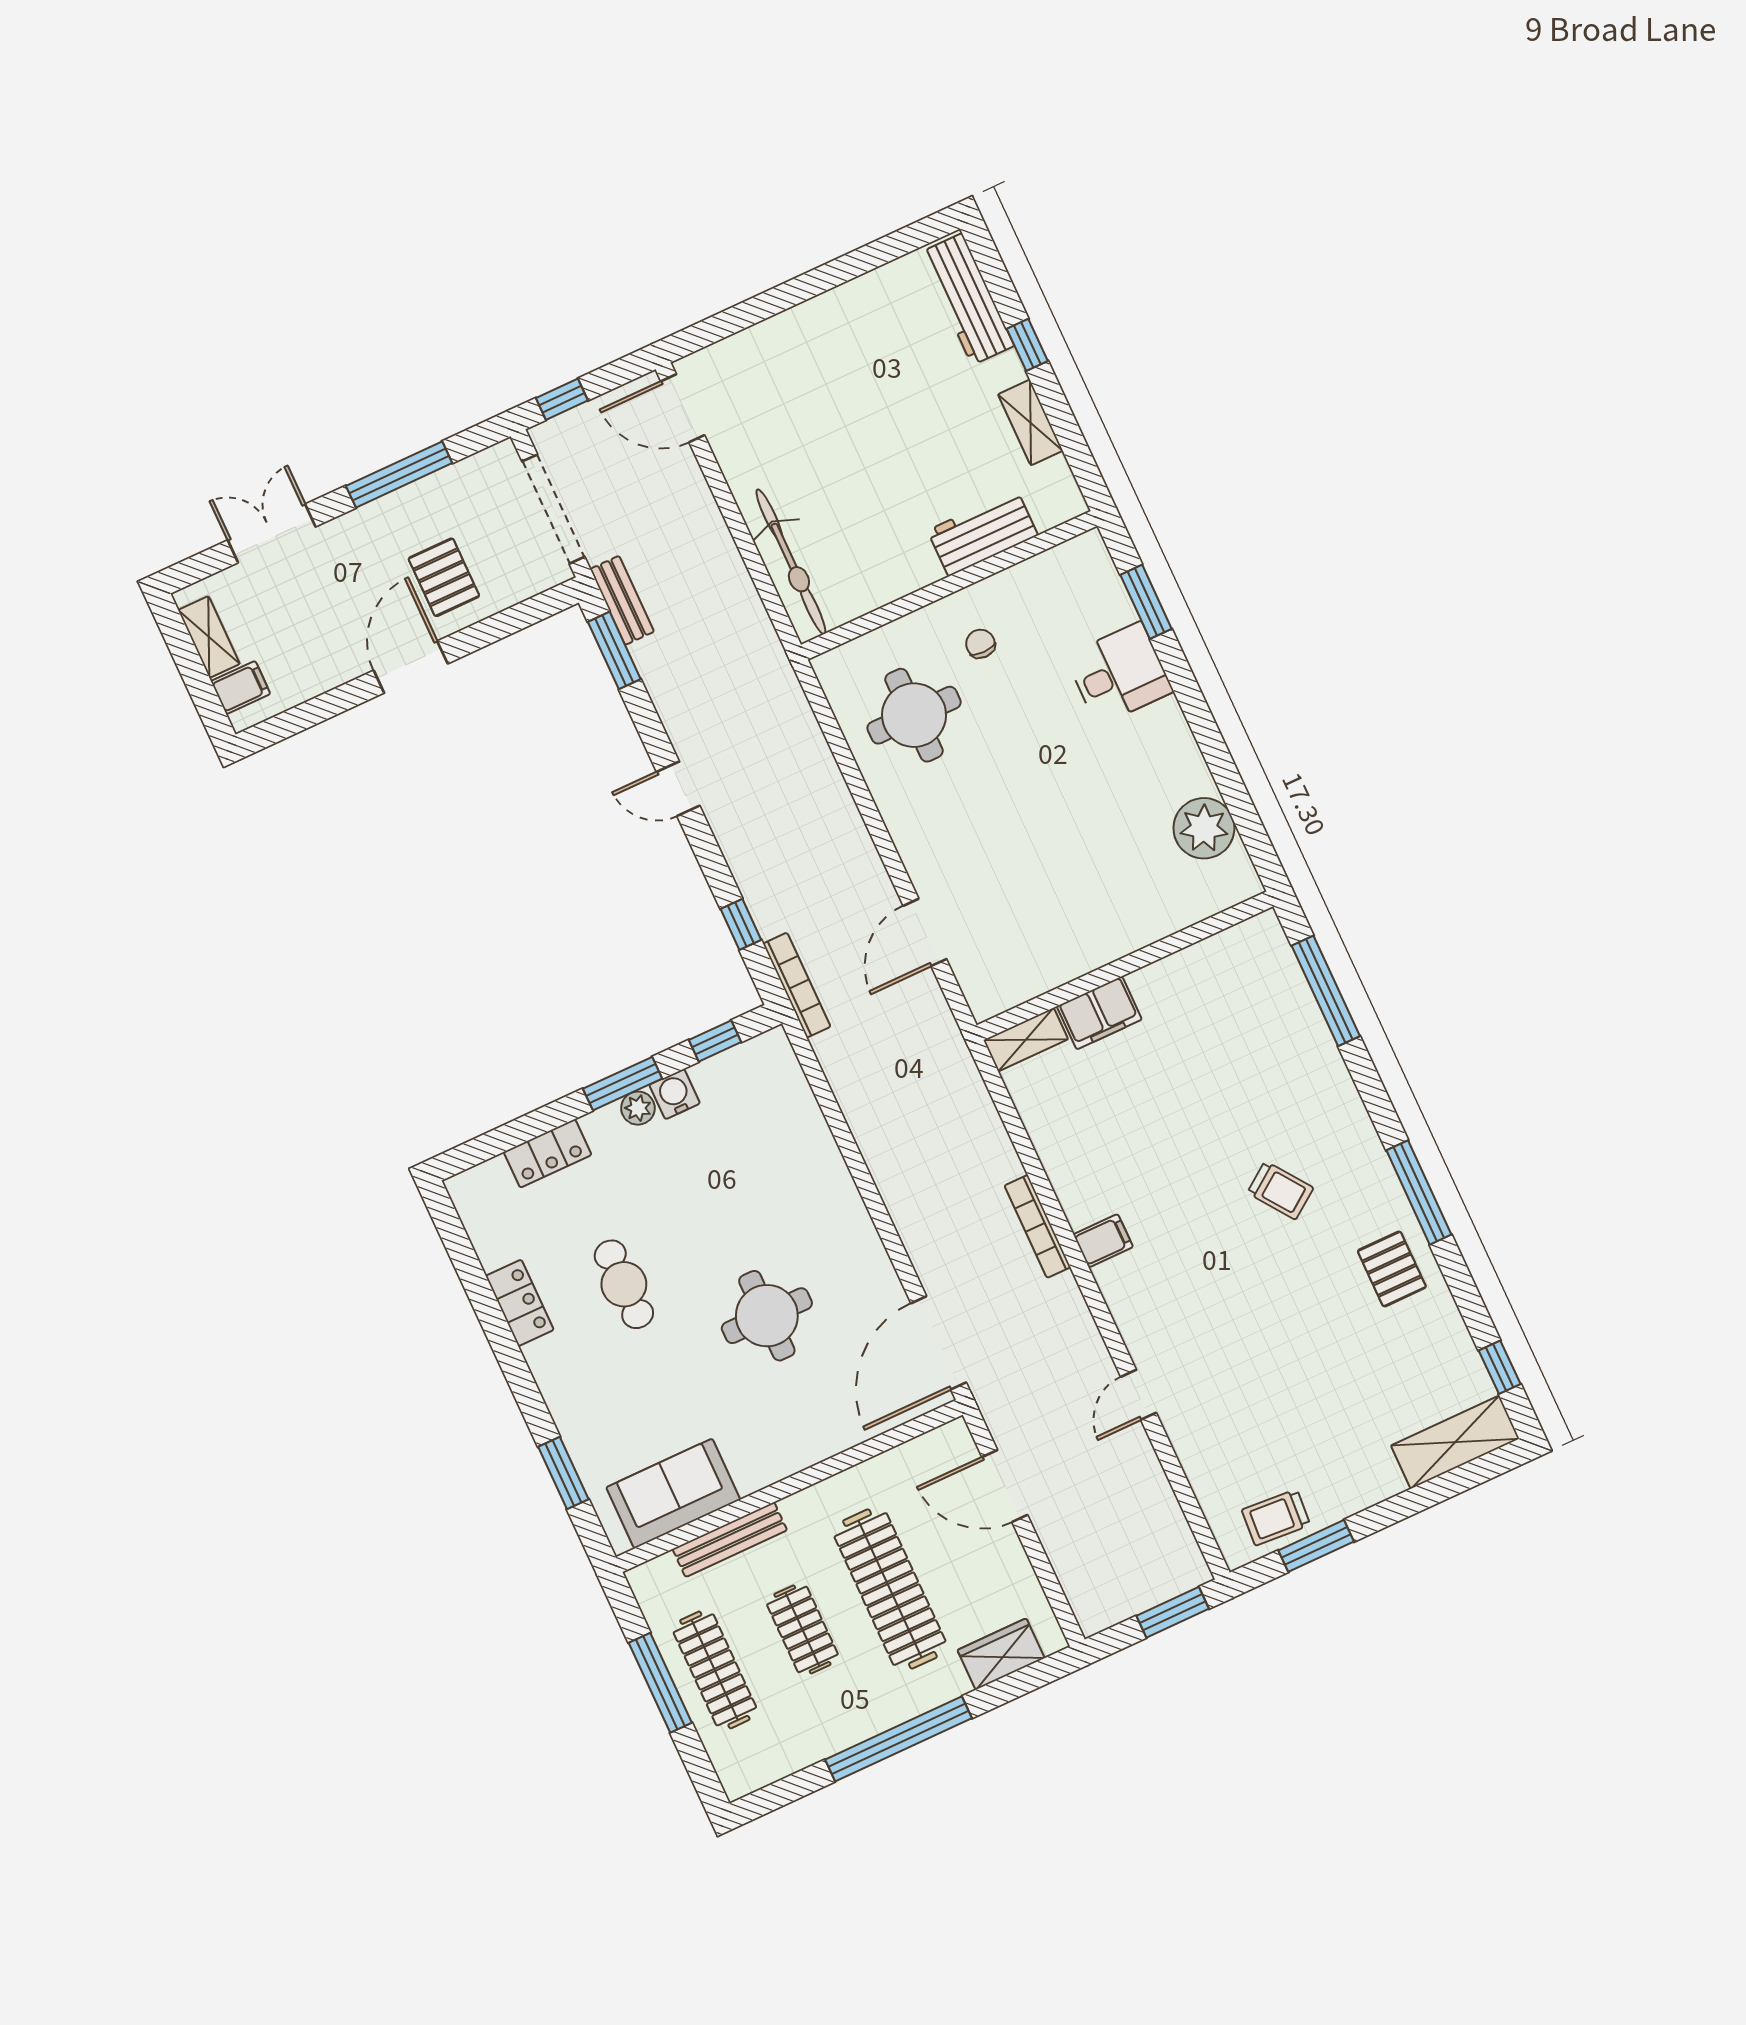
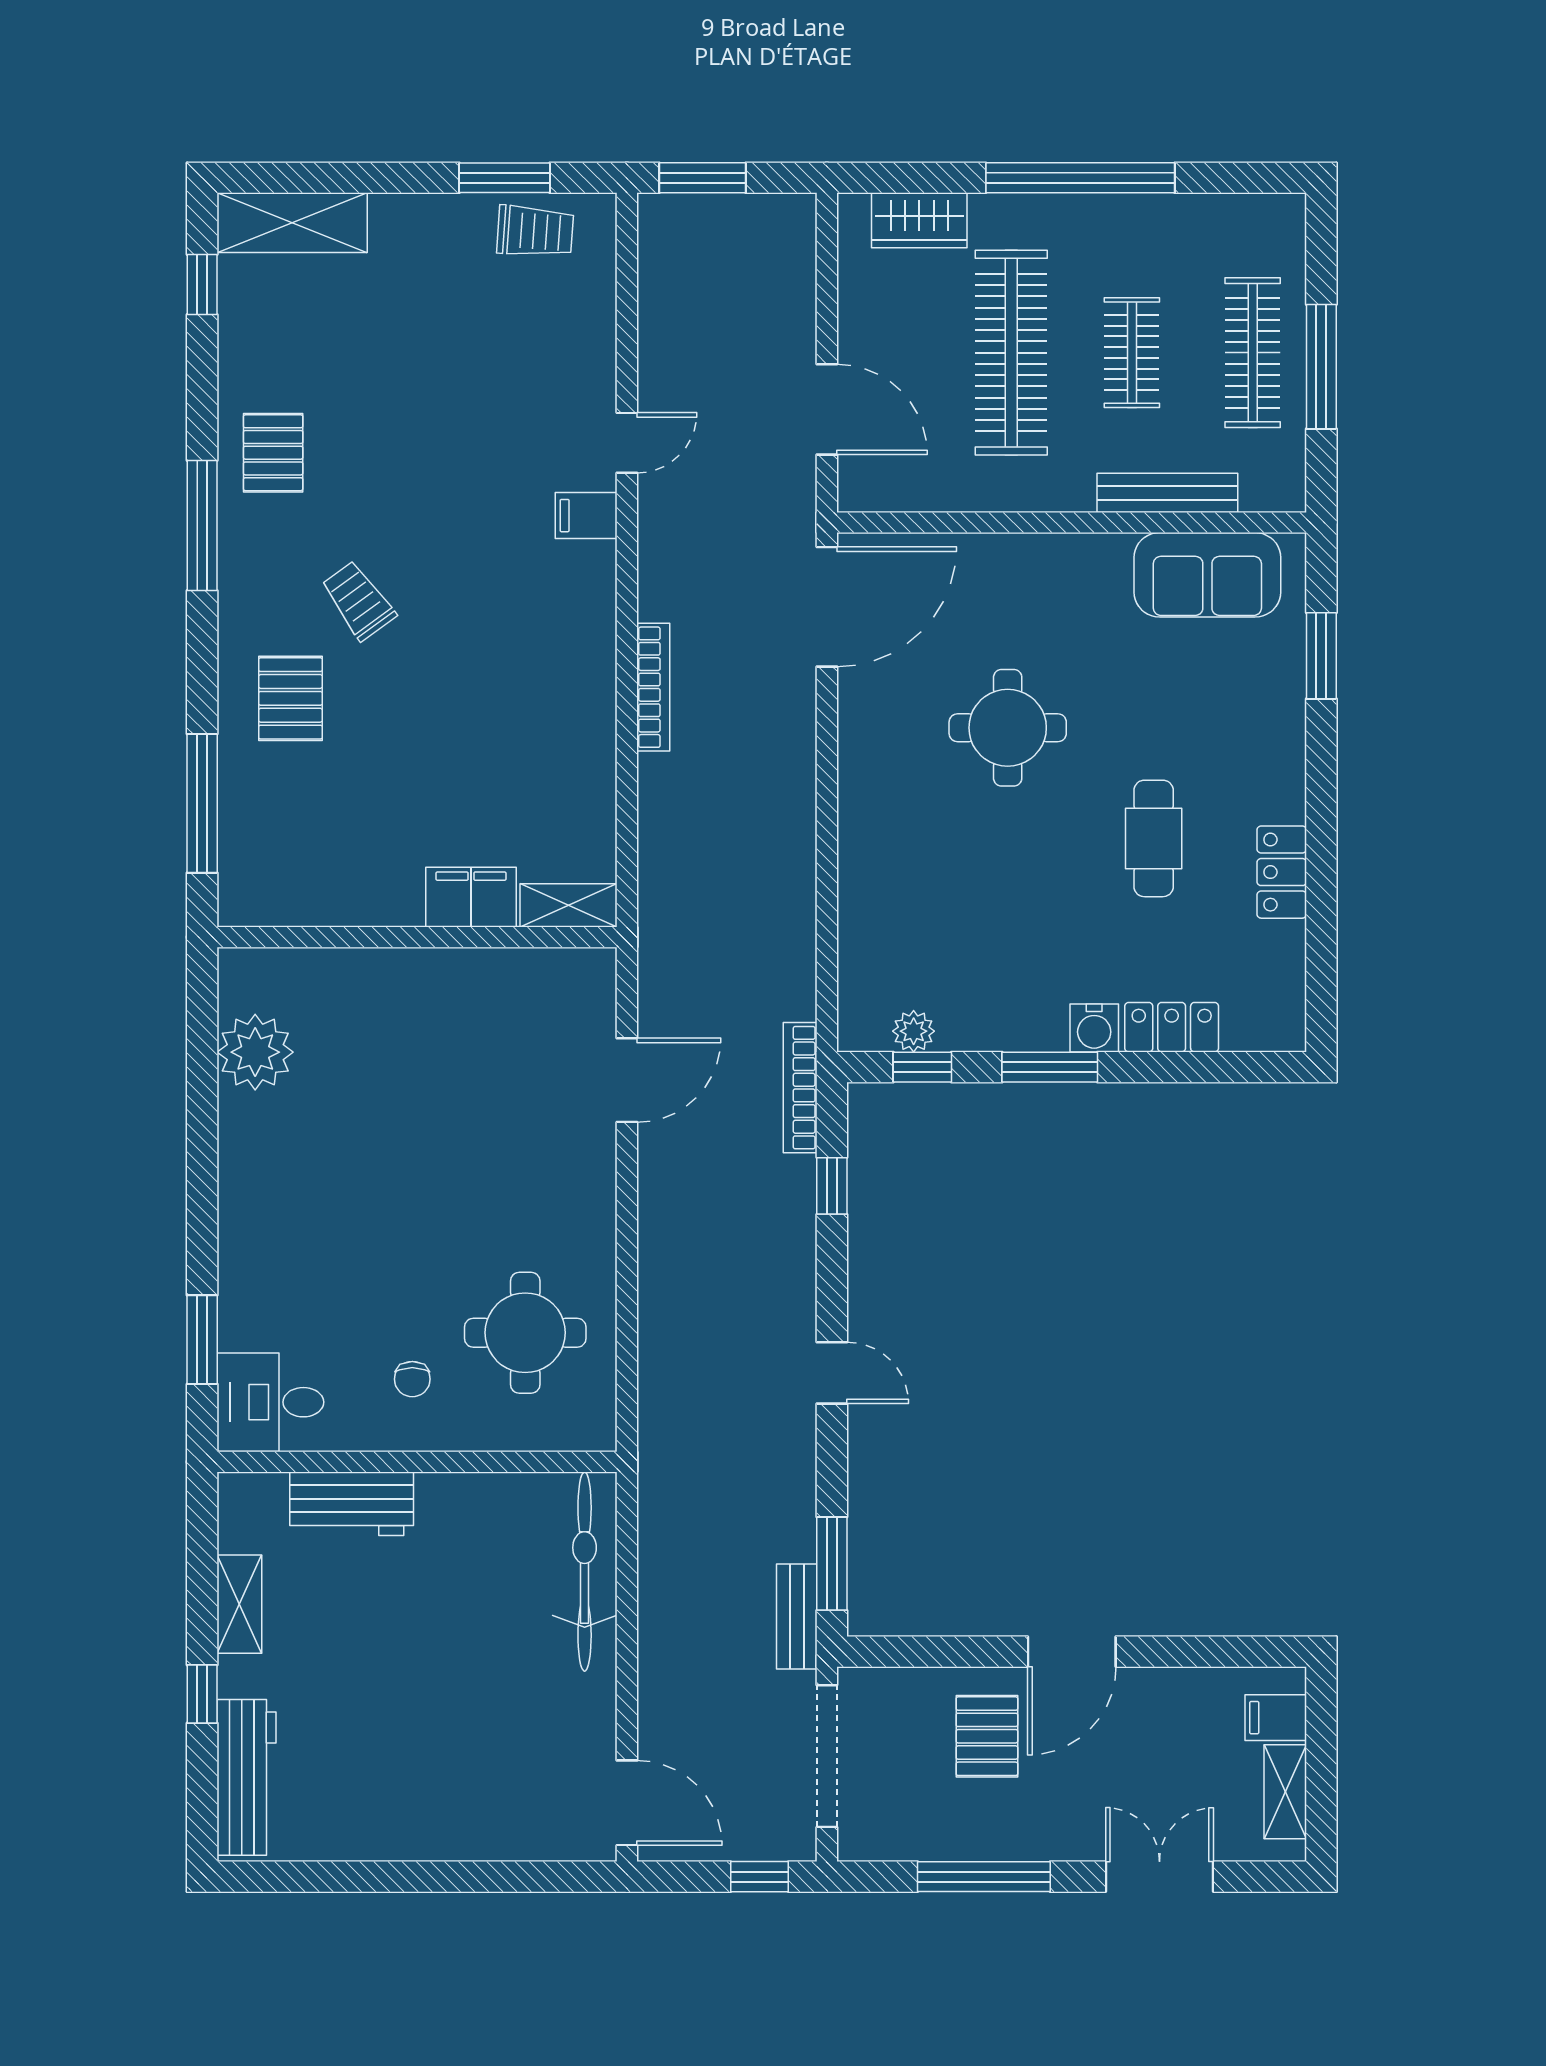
double door: (272, 533) -> (1160, 1877), swing flipped
desk: (1119, 674) -> (270, 1402), moved
water cooler: (675, 1094) -> (1094, 1028), moved
pallet: (1297, 1097) -> (290, 698), added
plant: (638, 1108) -> (914, 1031), moved
filing cabinet: (1103, 1241) -> (586, 516), moved

